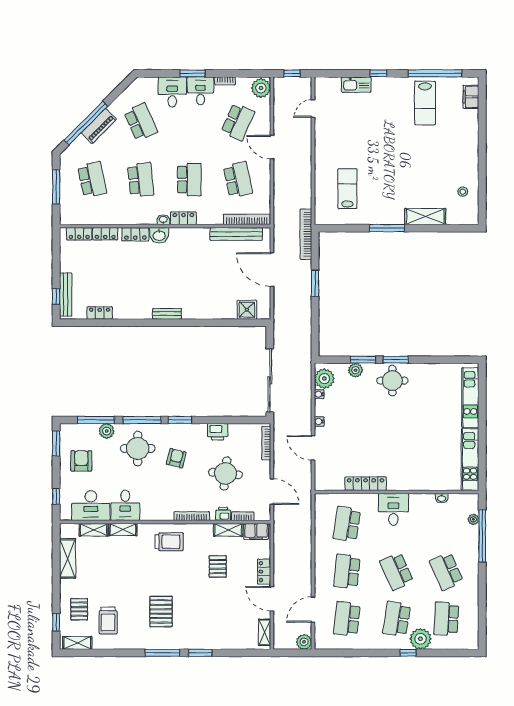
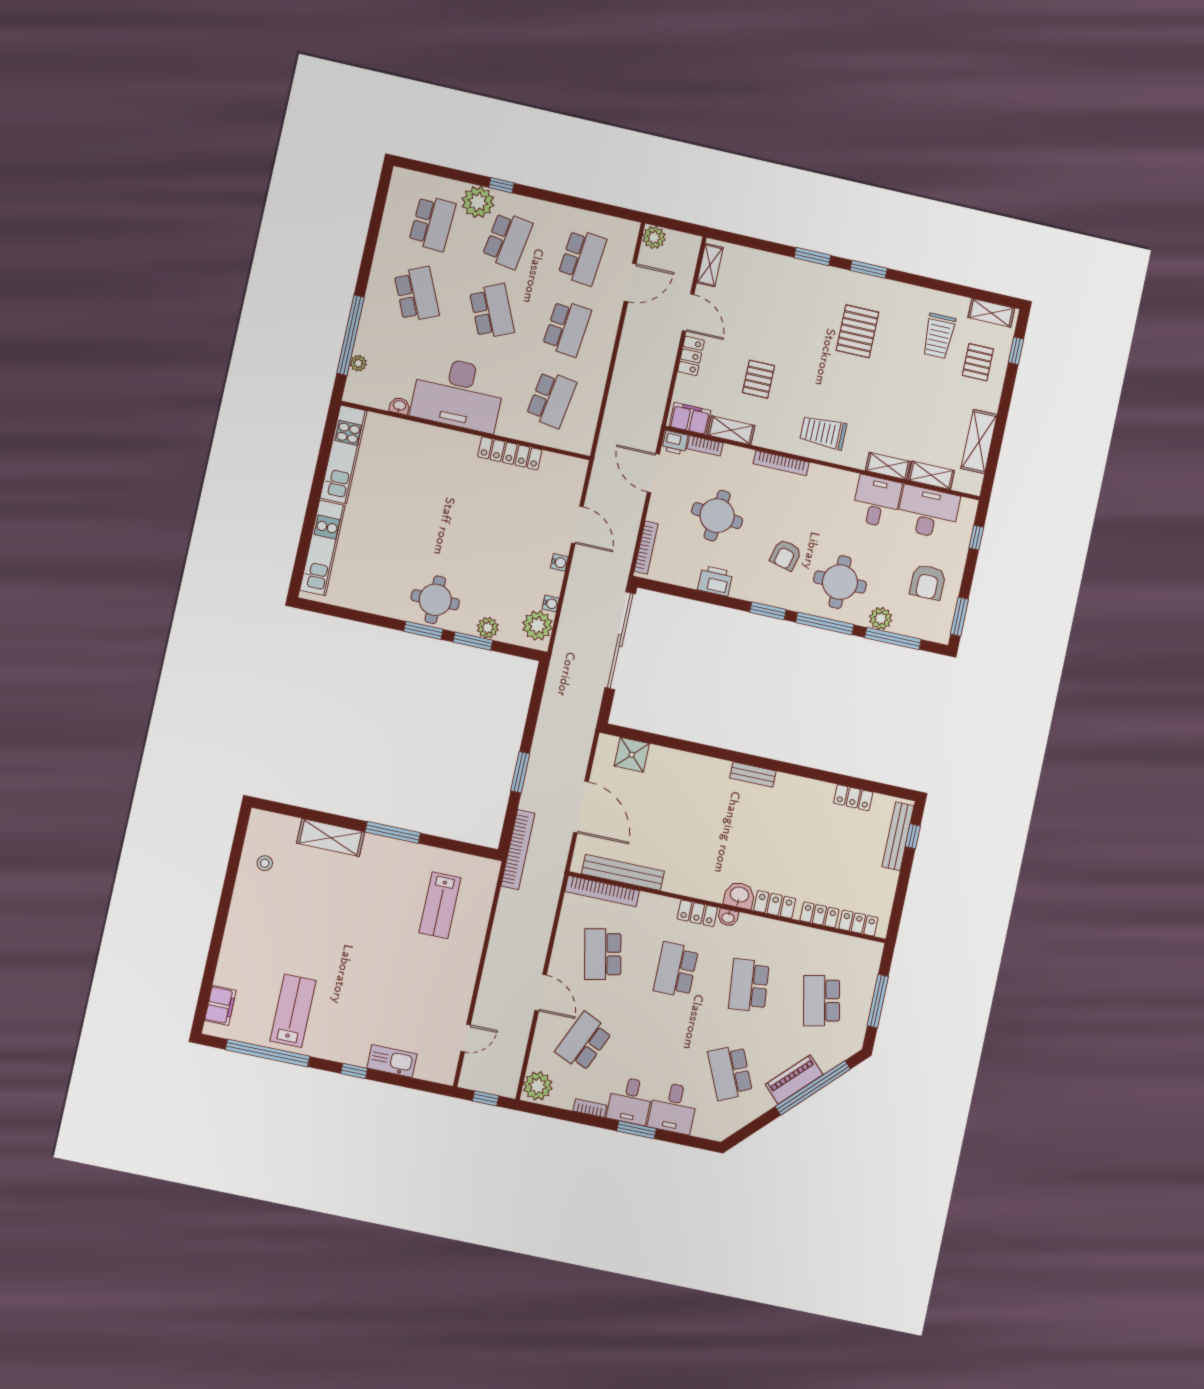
desk: (393, 509) -> (458, 394), width x1.87, depth x1.30
printer: (223, 514) -> (675, 443), moved
trolley: (108, 620) -> (939, 336), turned 180
window: (162, 653) -> (869, 269), width x0.69

